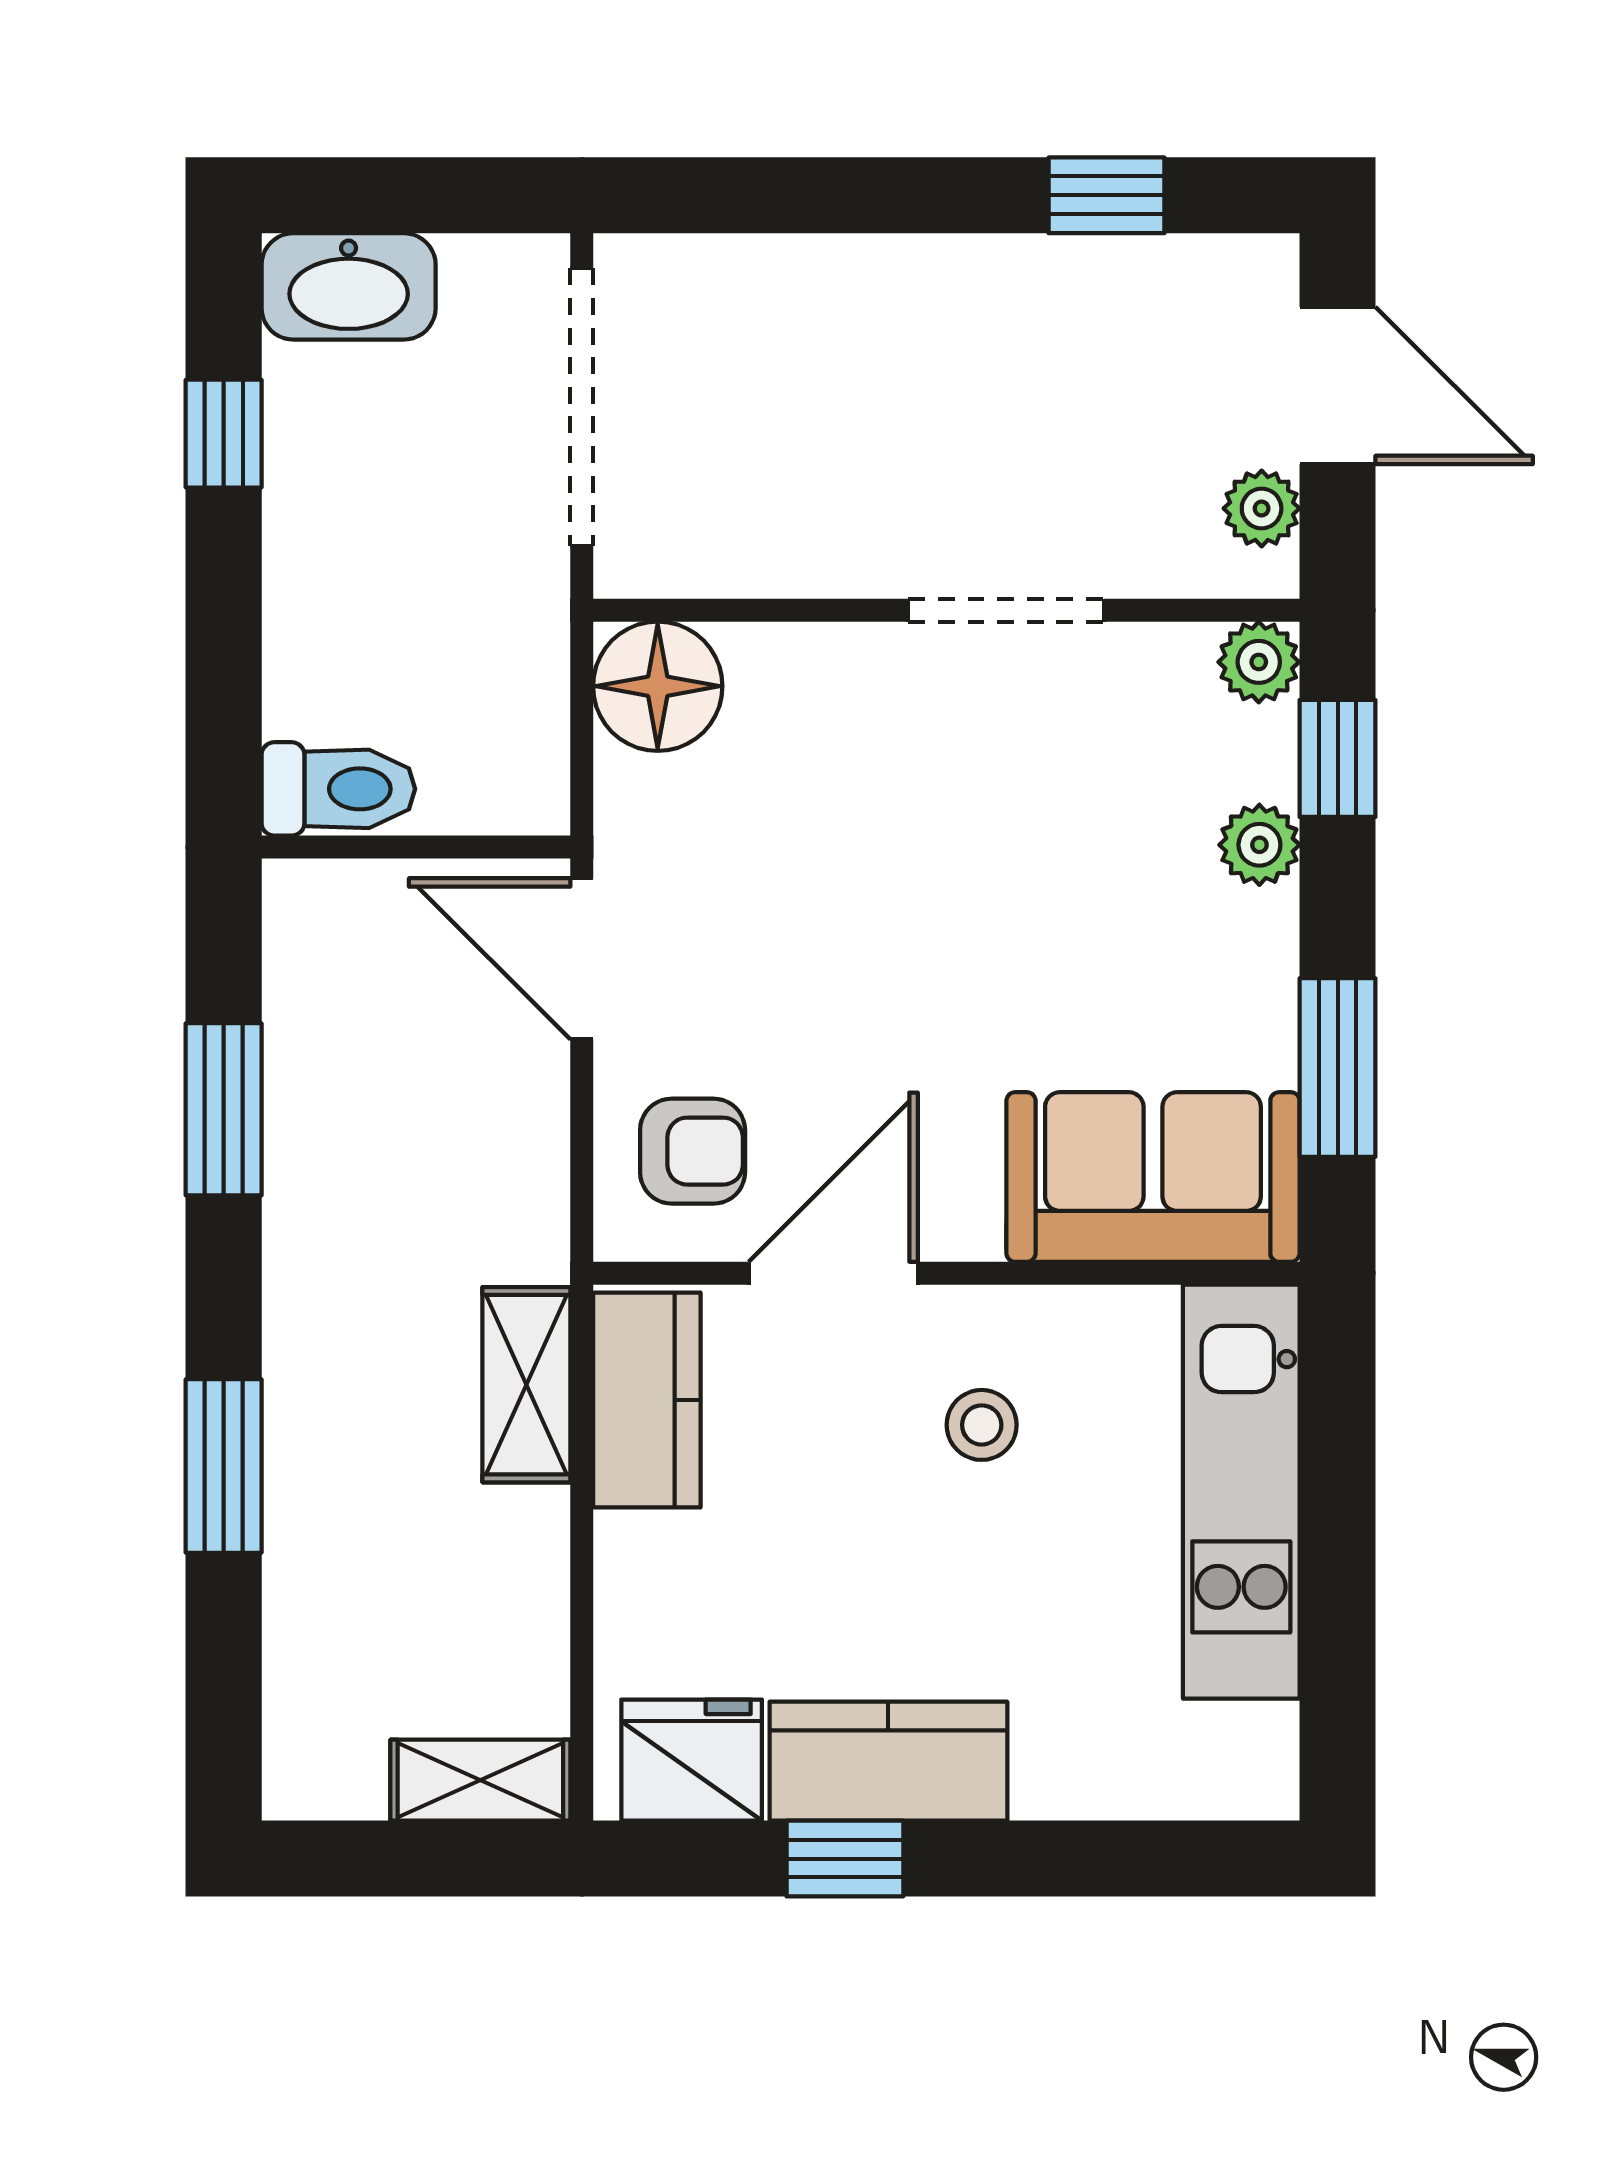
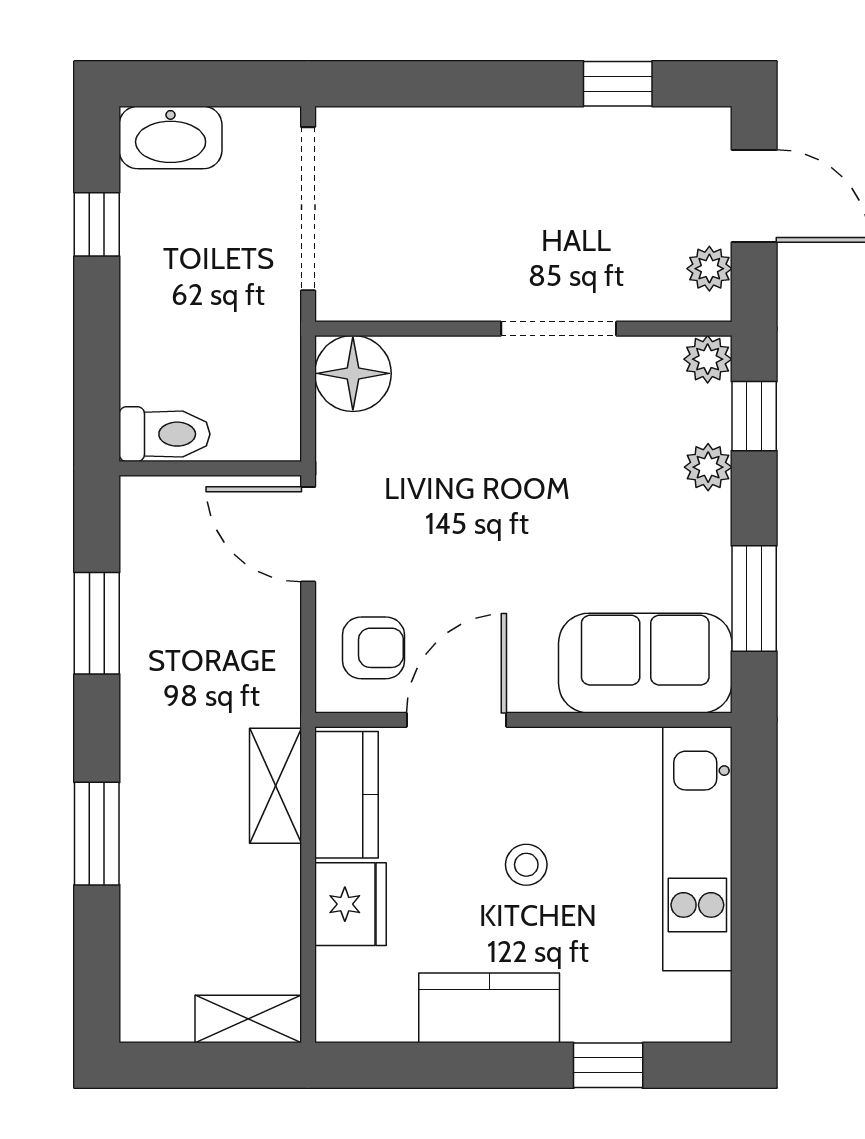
stool: (982, 1425) -> (526, 865), moved
fridge: (692, 1760) -> (351, 904), moved, turned 90
window: (845, 1859) -> (608, 1065), moved

